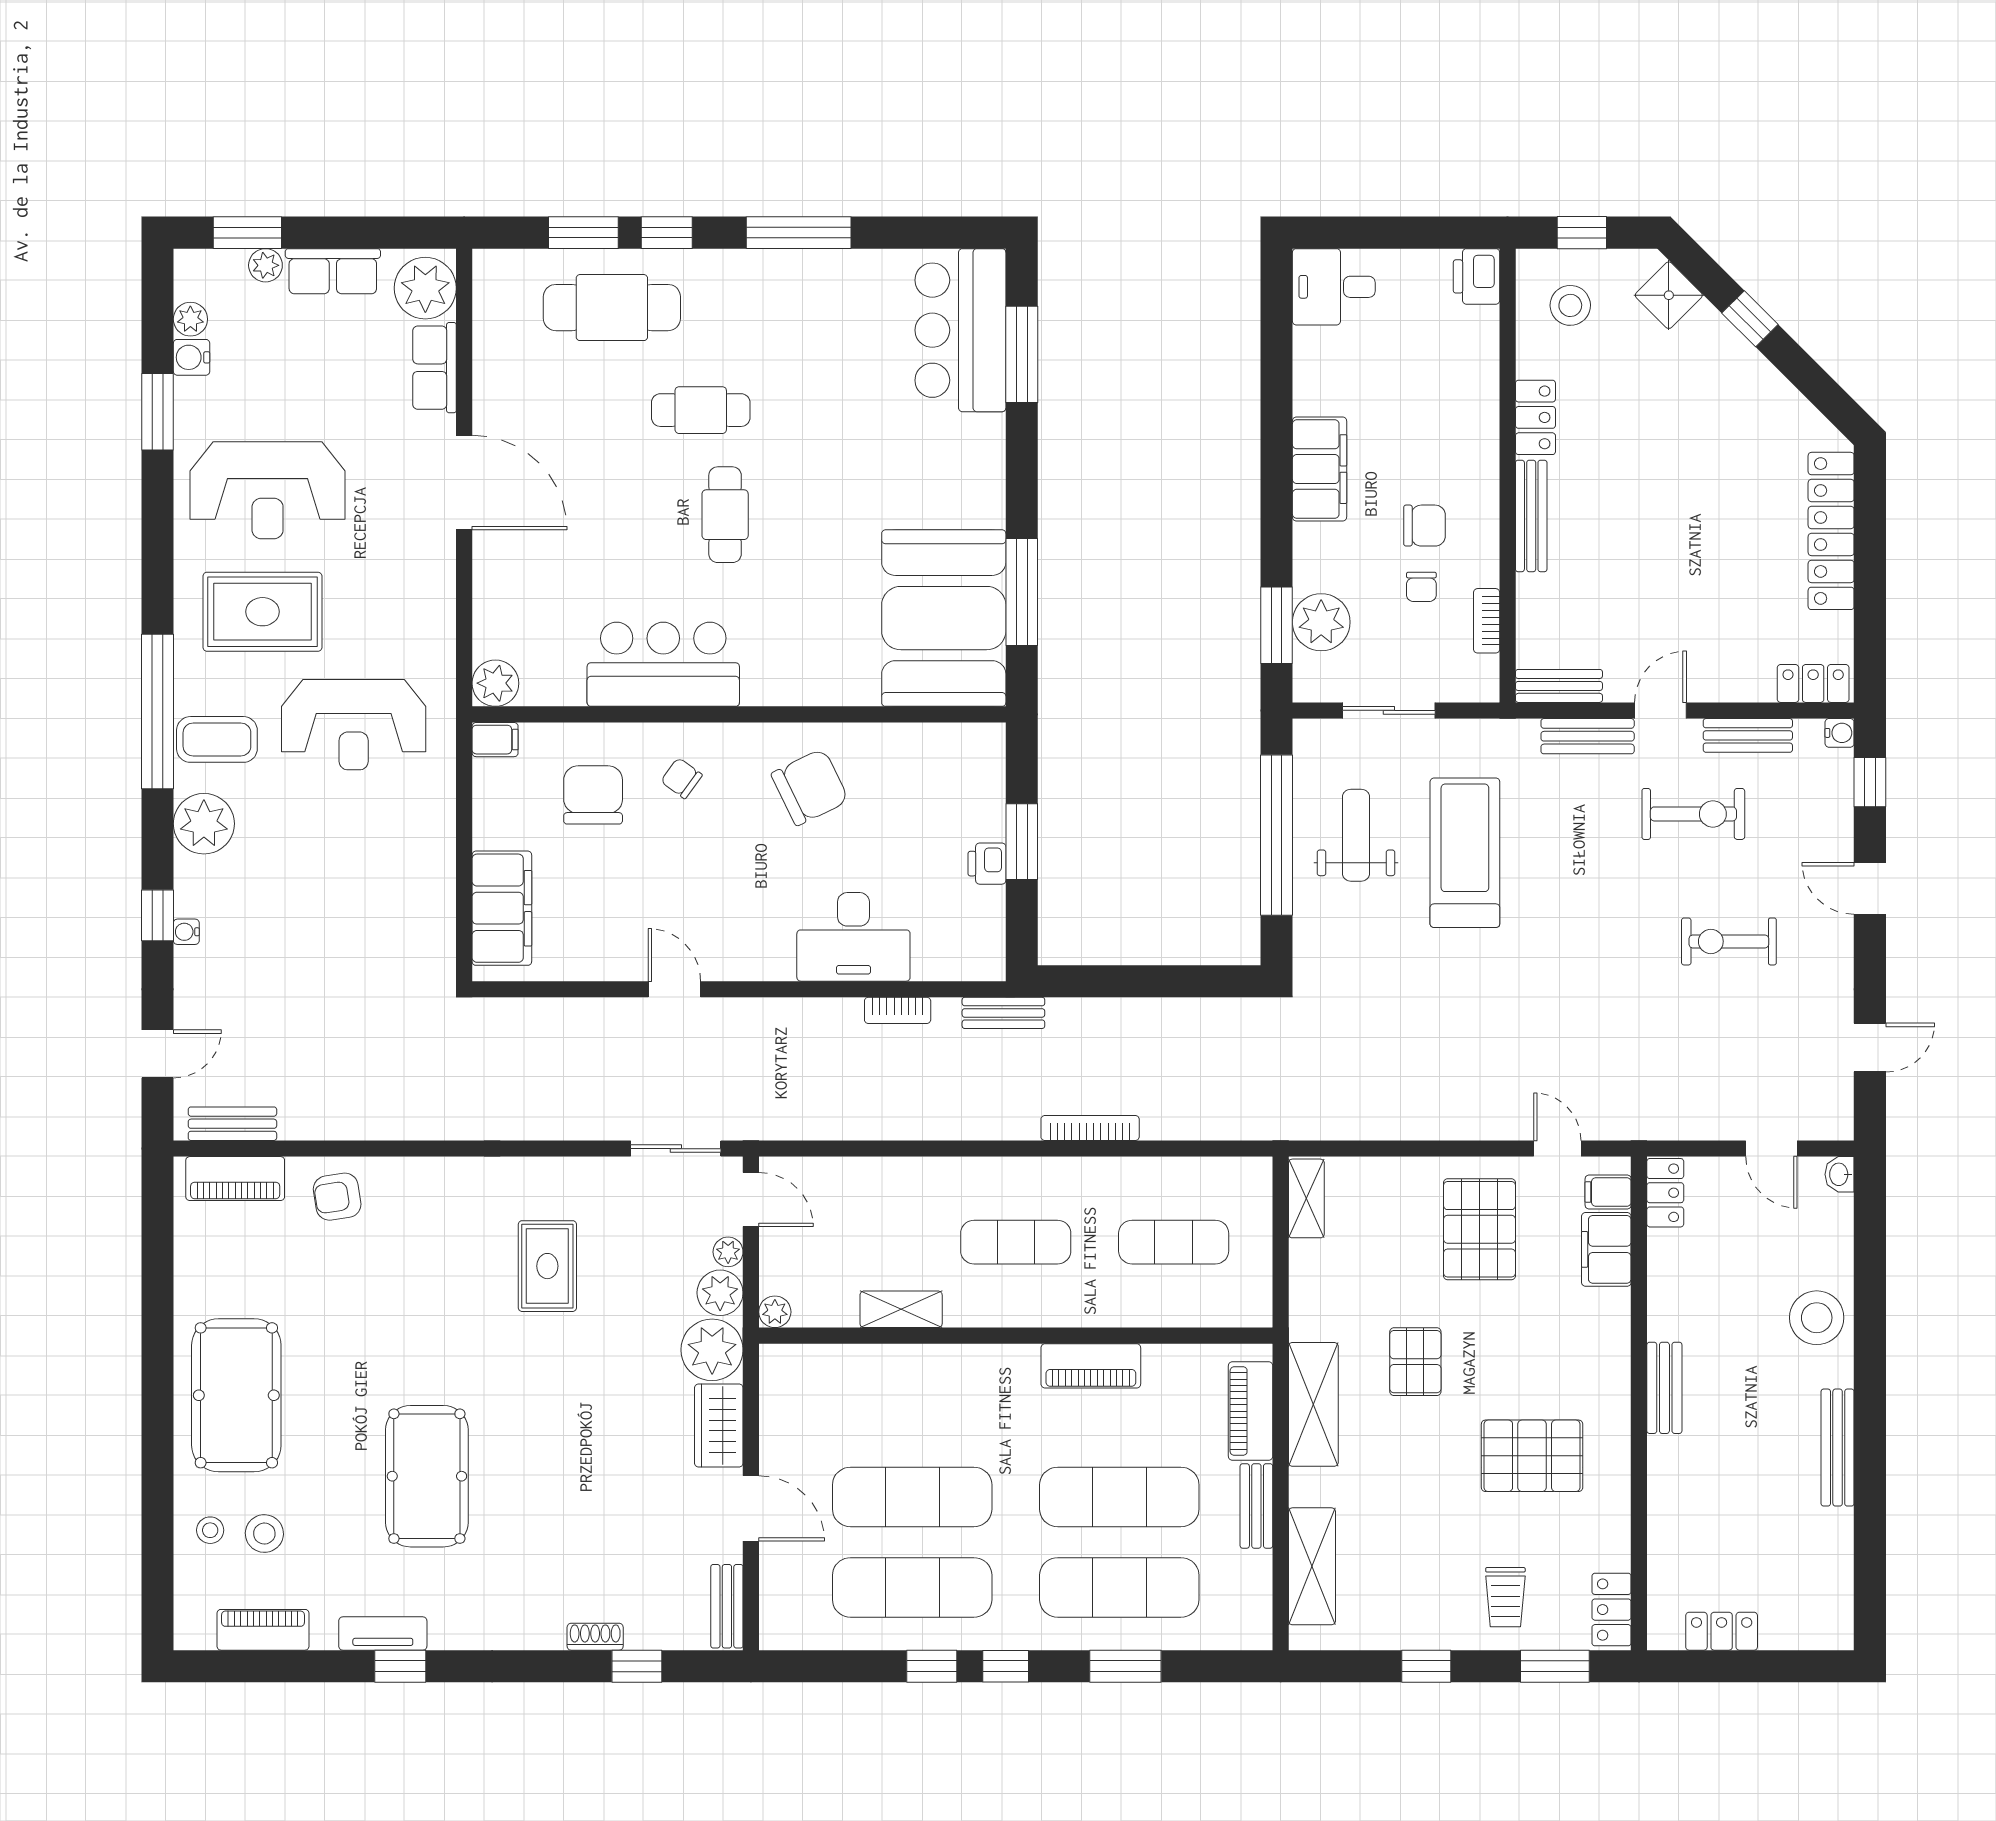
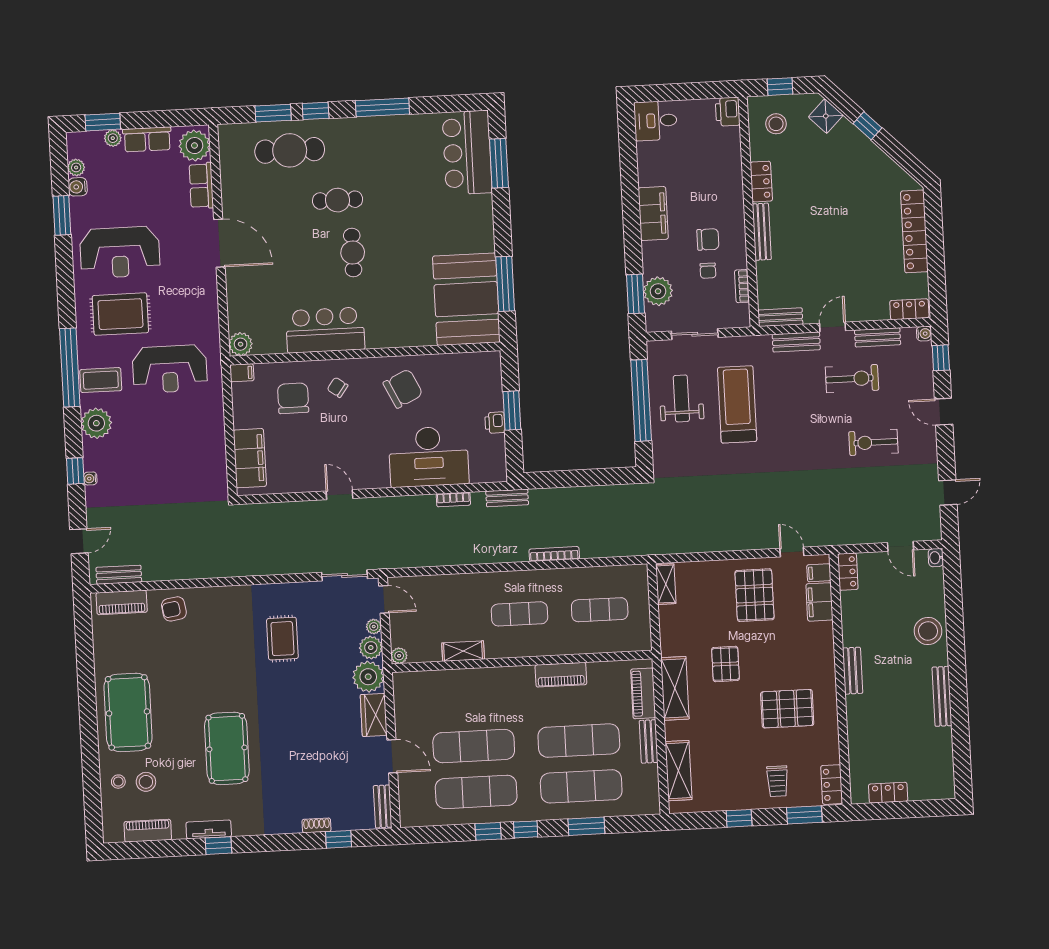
desk: (853, 937) -> (429, 457), width x1.36, depth x1.30

